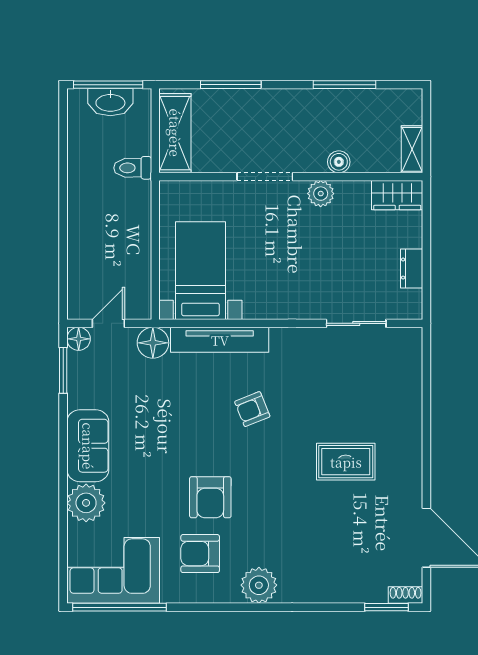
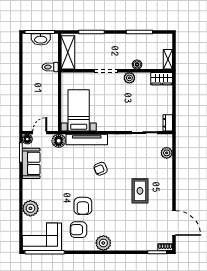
dresser: (412, 269) -> (168, 123), moved
plant: (409, 371) -> (167, 153), added
sofa: (88, 446) -> (31, 163), moved
rug: (346, 462) -> (140, 191), turned 90

